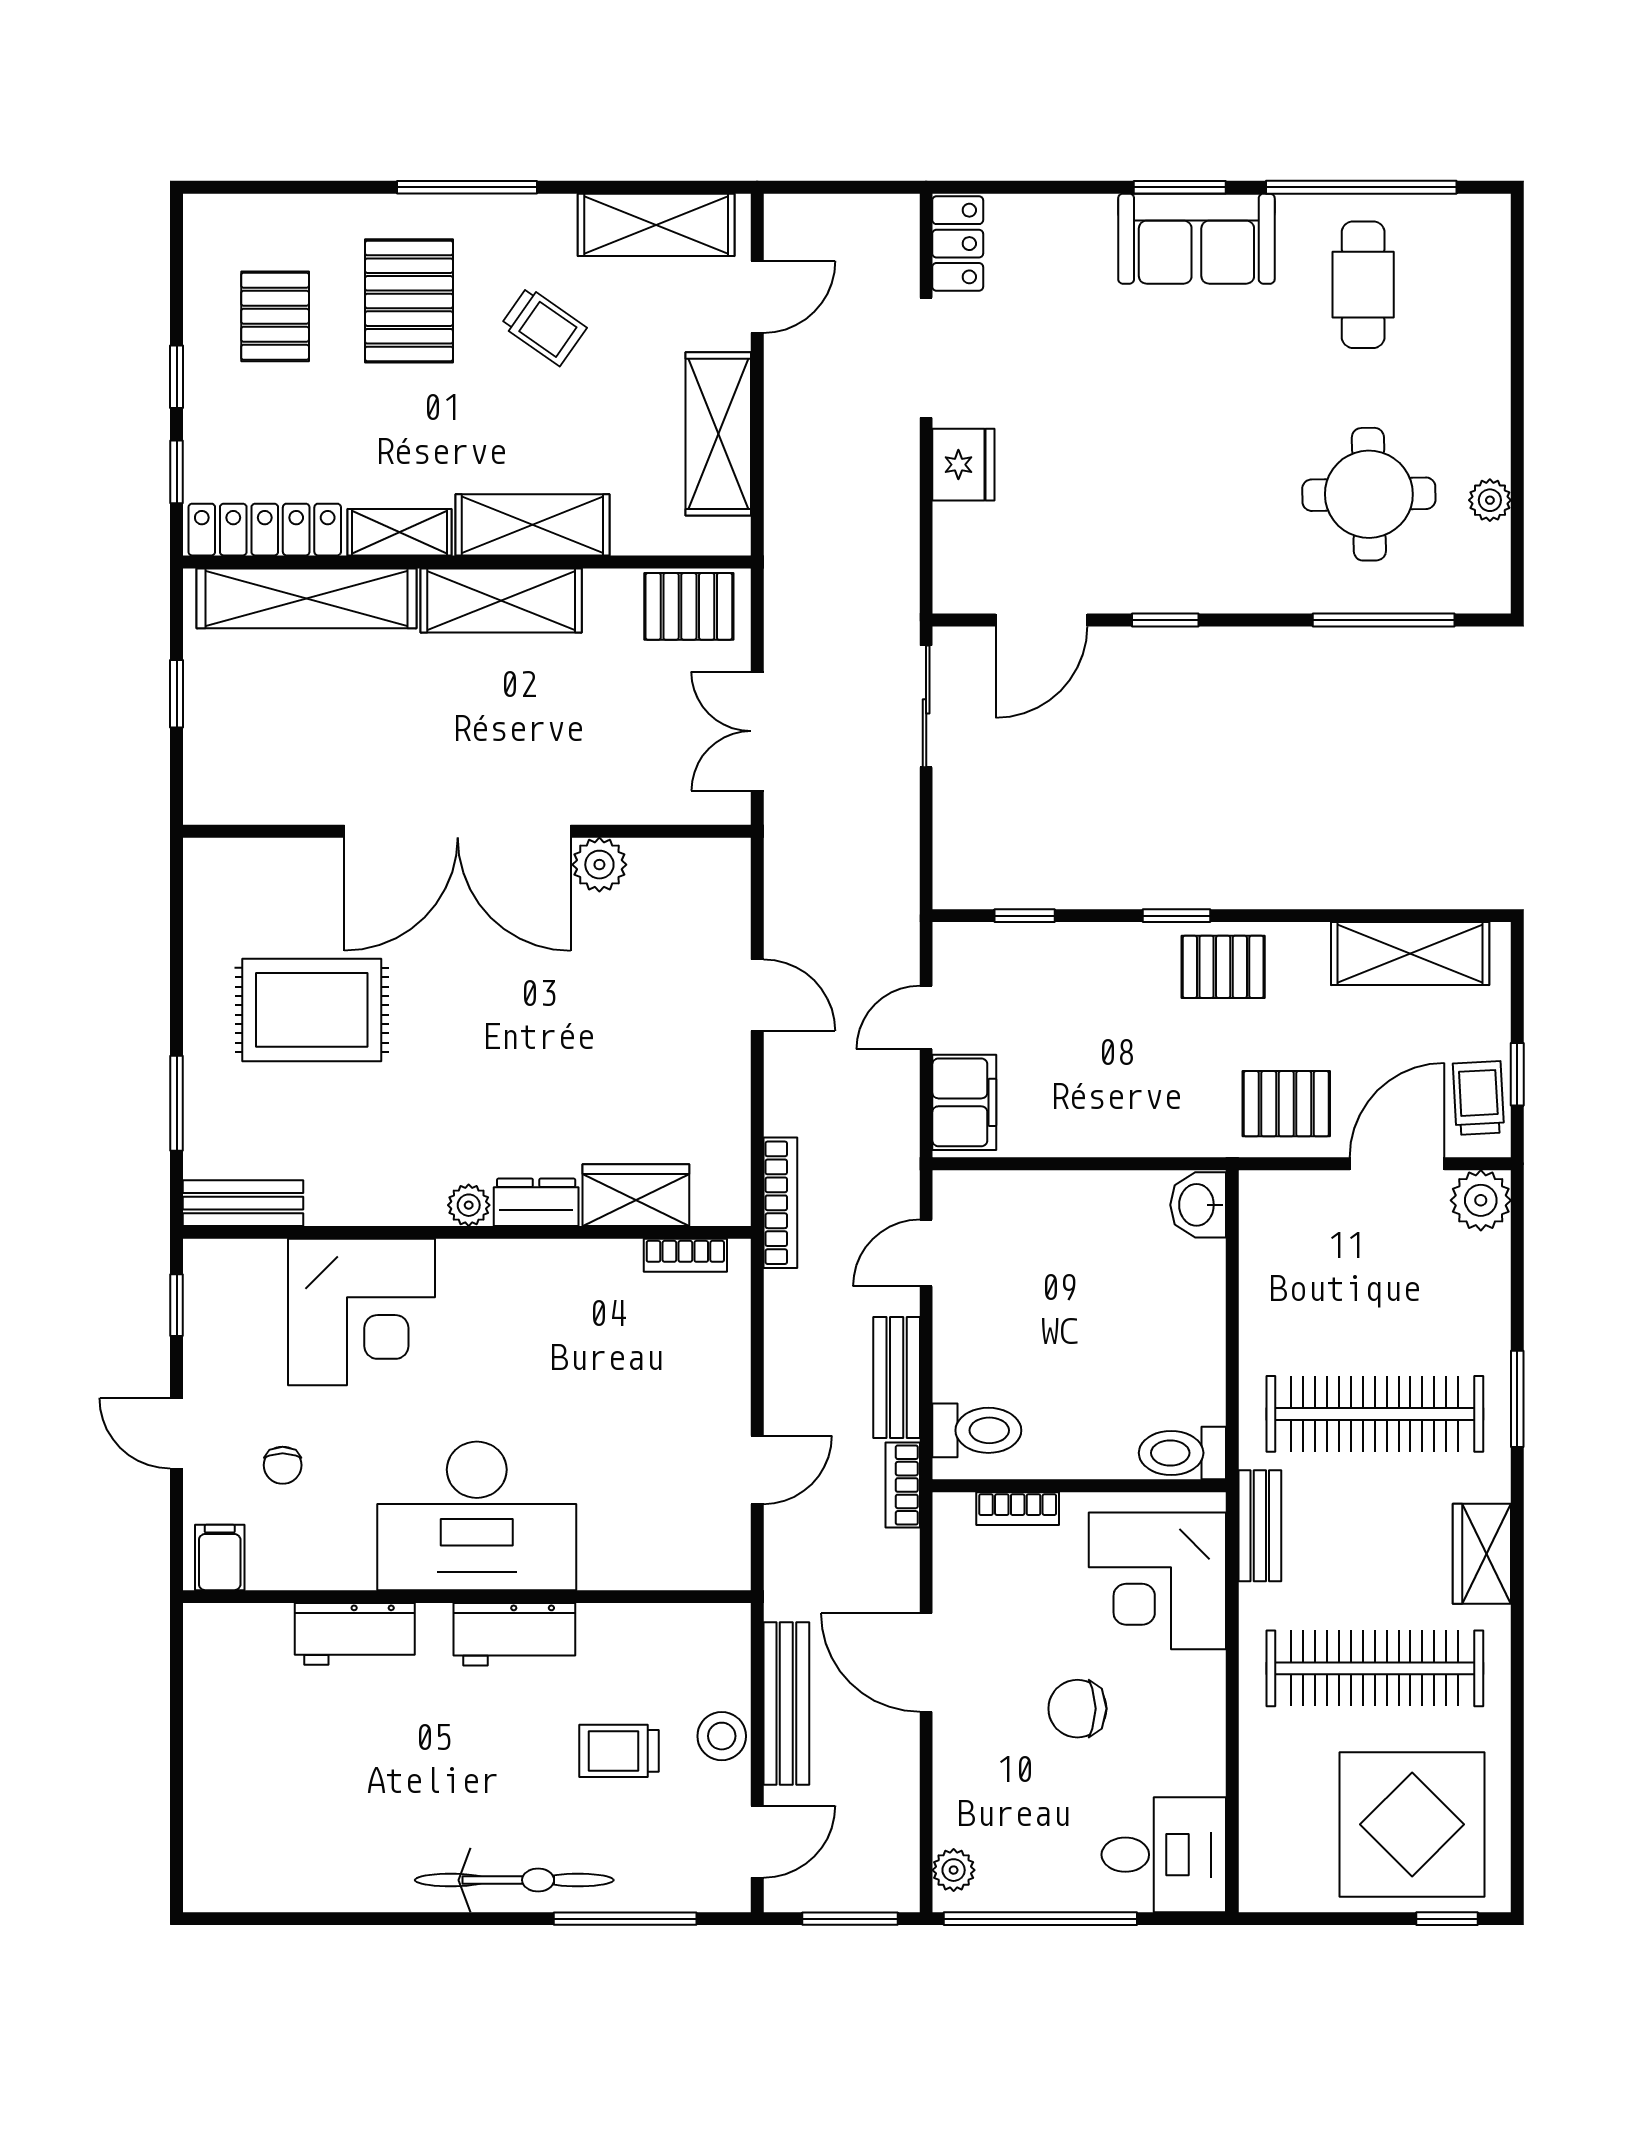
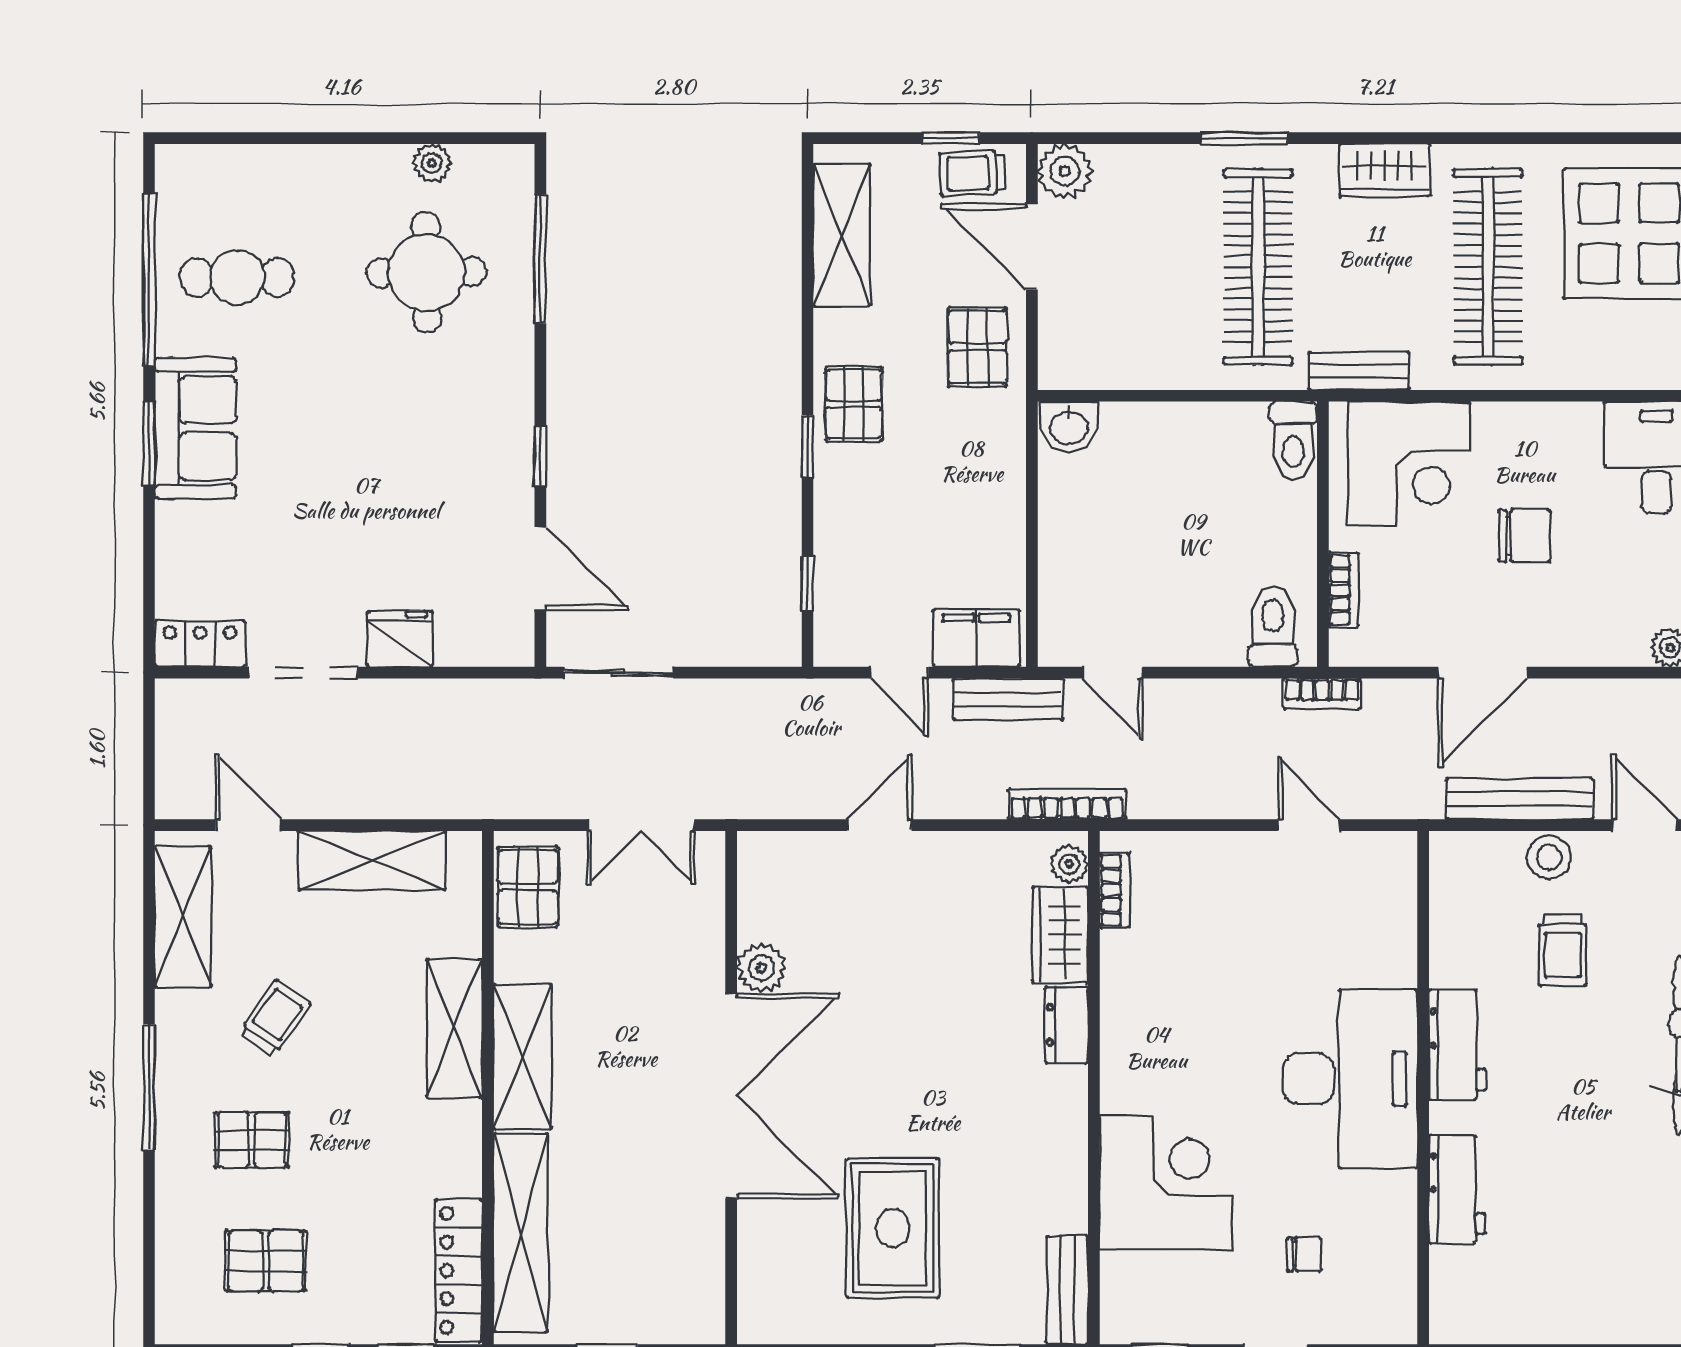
pallet: (409, 301) -> (252, 1140), width x0.67, depth x0.71
shelving: (399, 532) -> (461, 1149), removed
plant: (469, 1205) -> (1069, 864), moved
bench: (897, 1378) -> (1008, 699), moved
filing cabinet: (220, 1558) -> (1388, 1311), removed
chair: (1077, 1709) -> (1524, 536), turned -90

